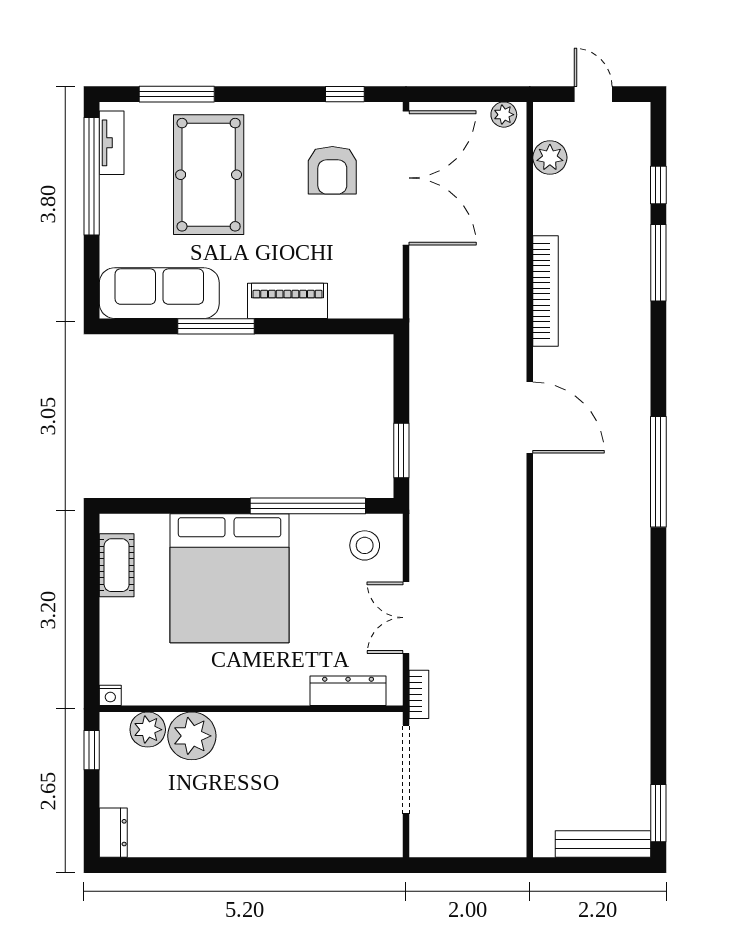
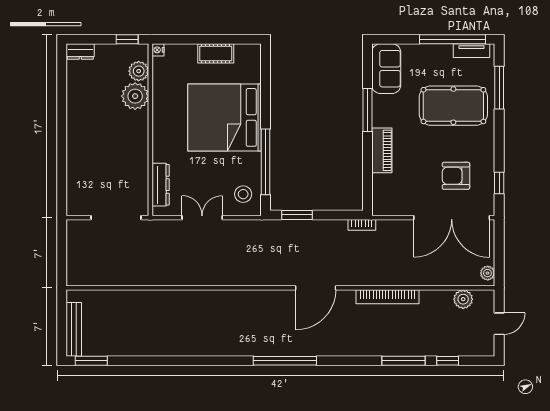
sofa: (159, 293) -> (386, 69), width x0.73
cot: (117, 565) -> (216, 53), moved
bookcase: (419, 694) -> (362, 225), moved

